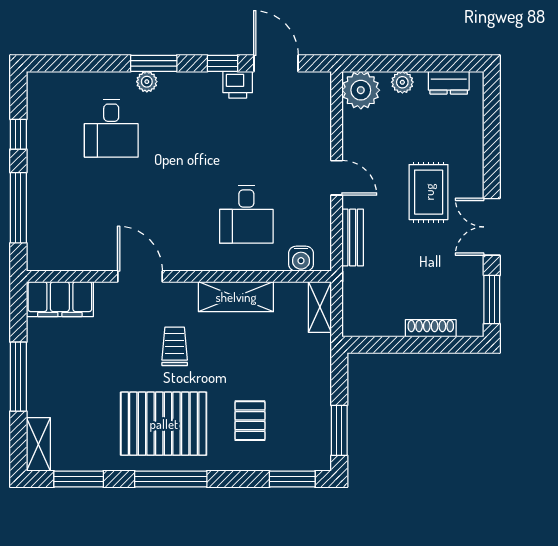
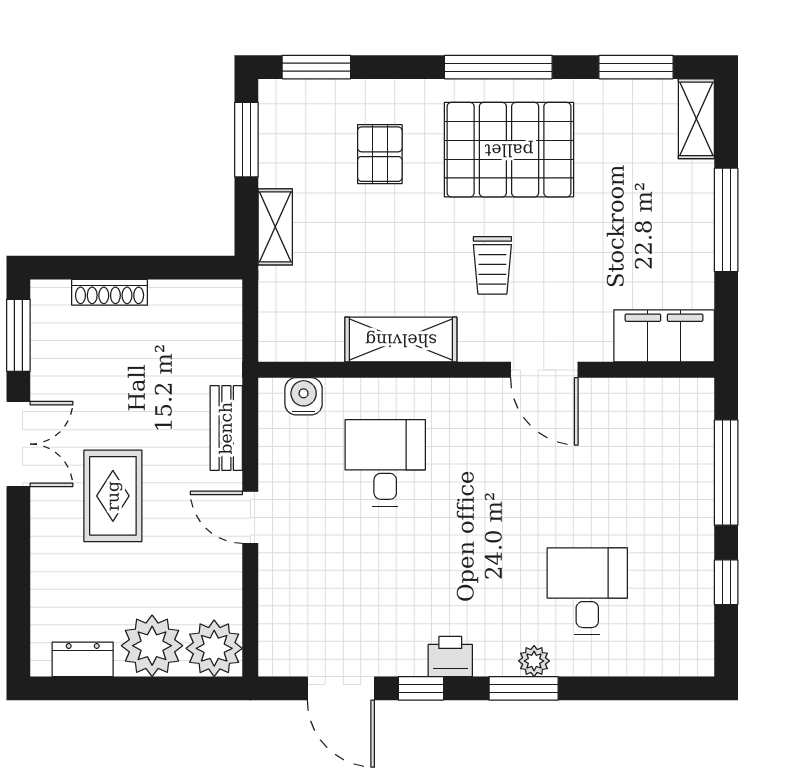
plant: (402, 82) -> (152, 646), width x1.88, depth x1.88
printer: (238, 85) -> (450, 656), moved
shelving: (320, 307) -> (275, 227), moved

